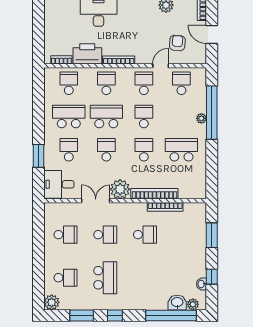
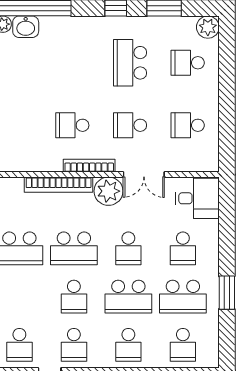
school desk: (144, 150) -> (74, 248), width x1.85
window: (38, 156) -> (227, 293), moved
bookcase: (165, 207) -> (89, 166), moved

